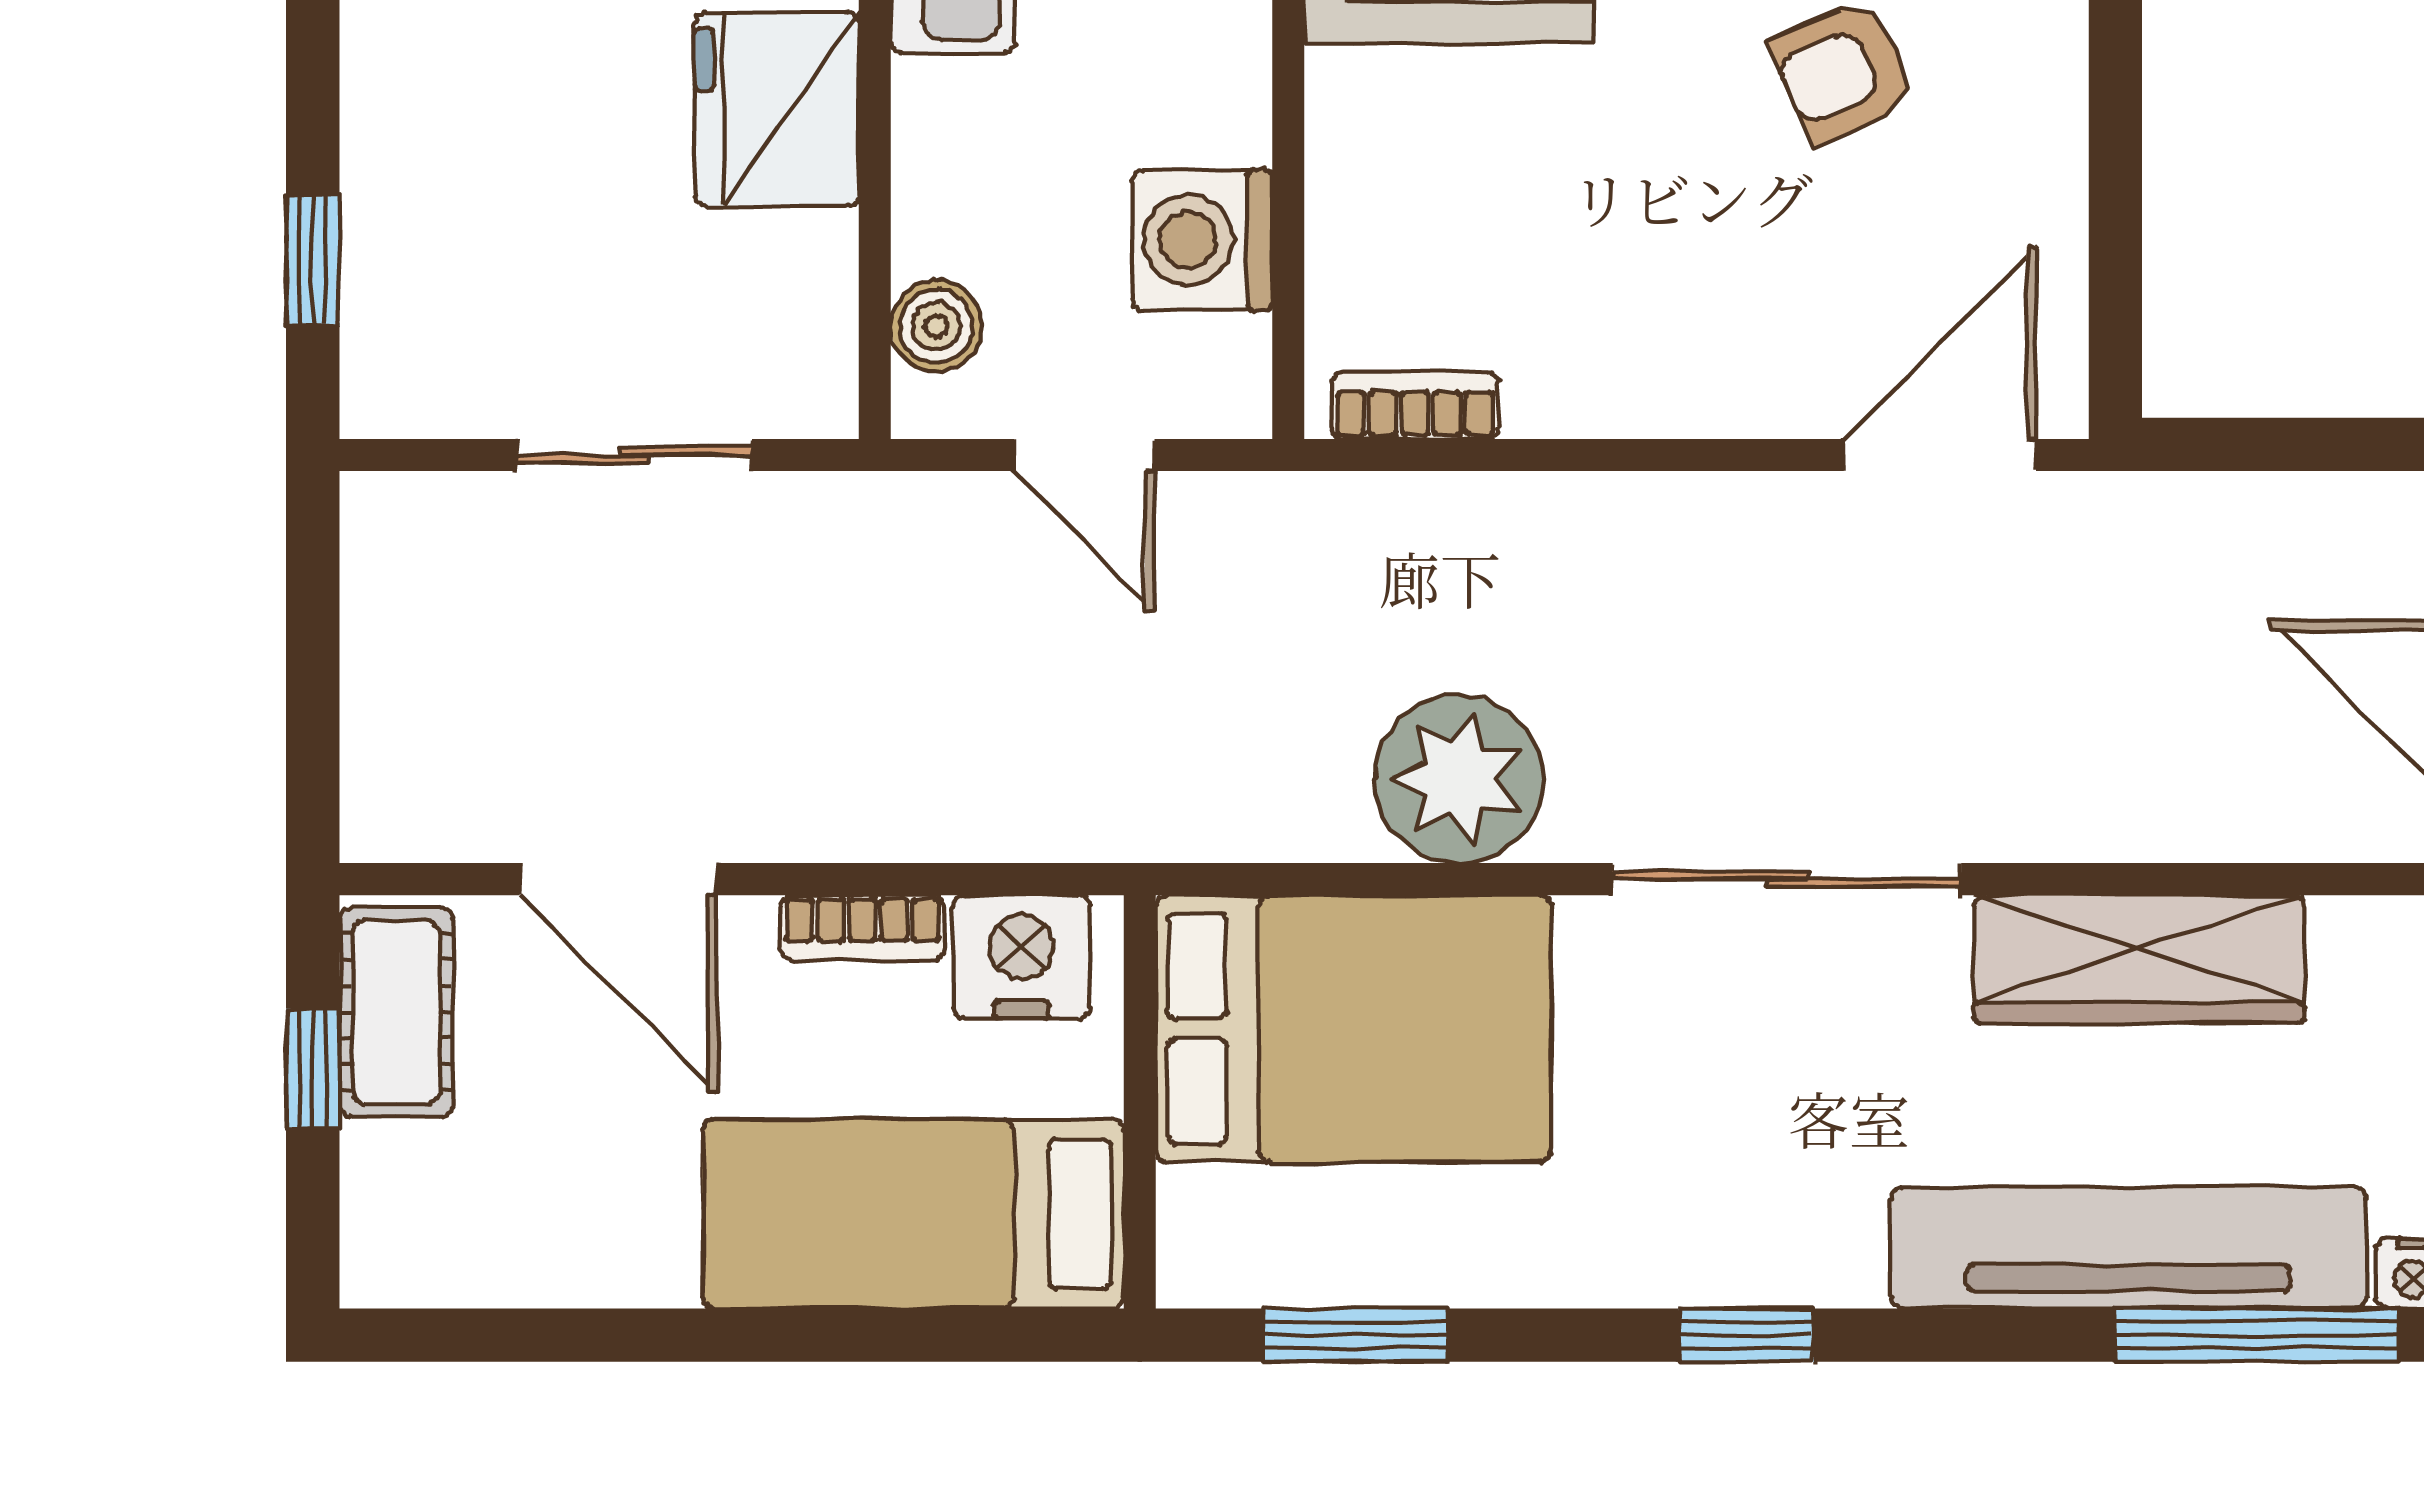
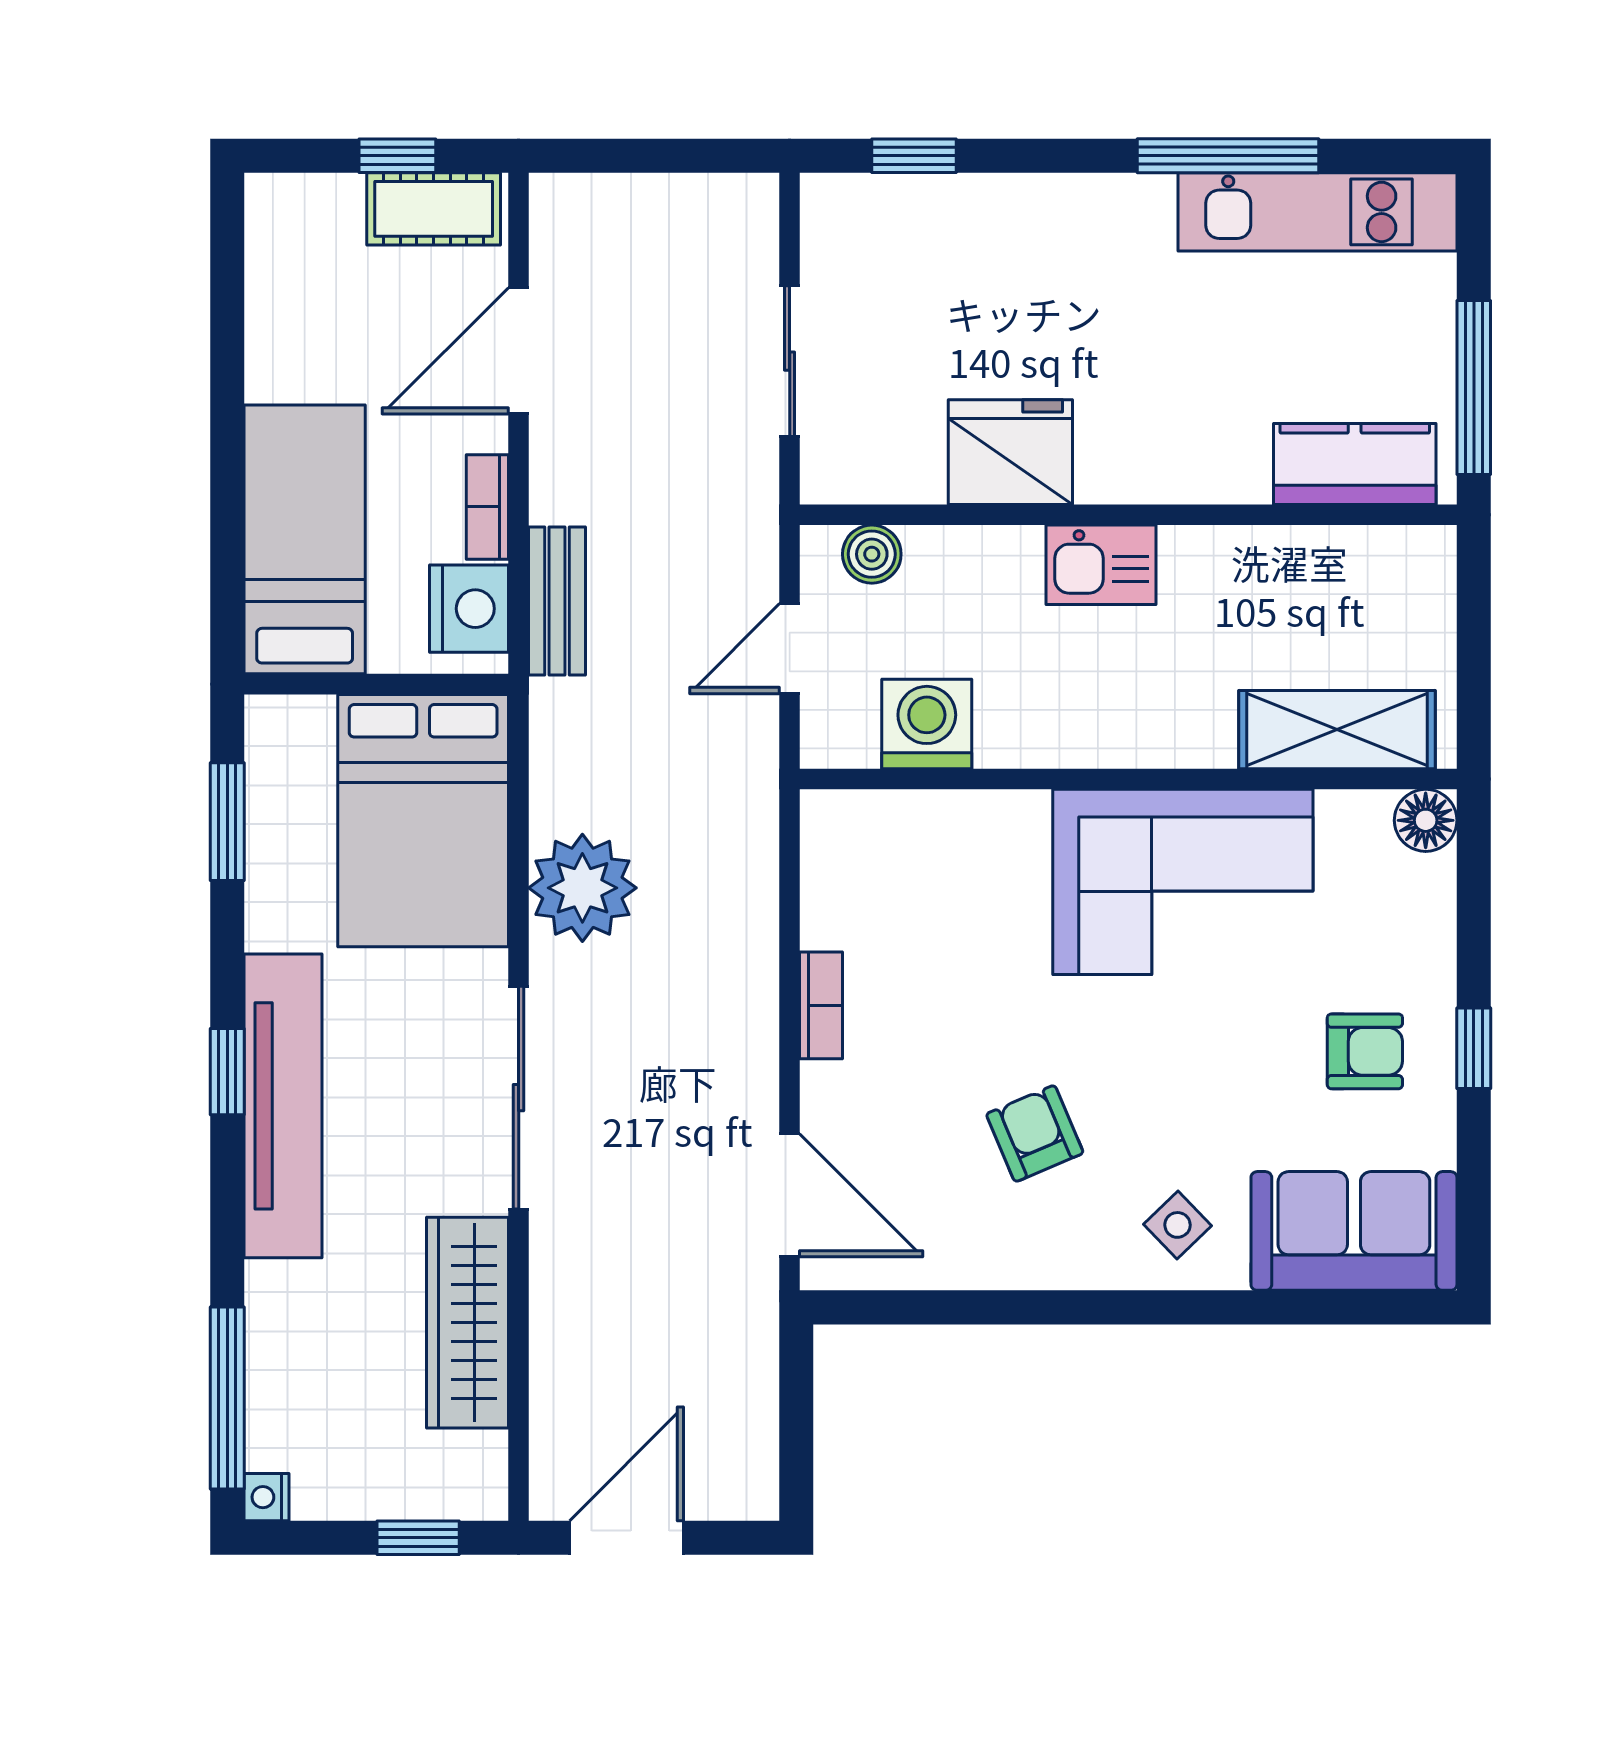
bookcase: (1415, 406) -> (821, 1005), moved
bench: (1010, 819) -> (557, 601), added
tv unit: (2129, 1248) -> (283, 1106), moved

